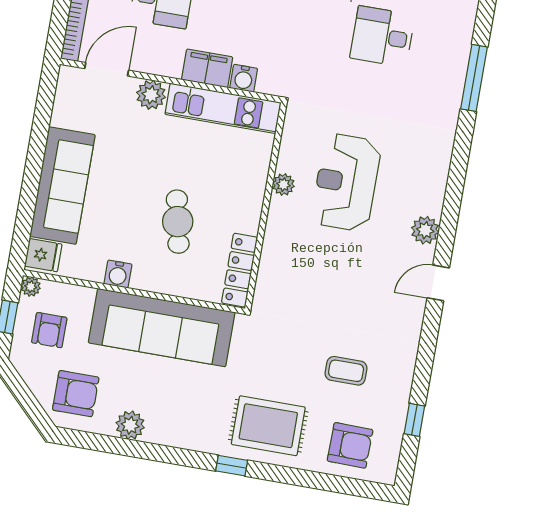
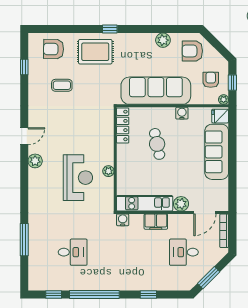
water cooler: (244, 78) -> (123, 220), moved

